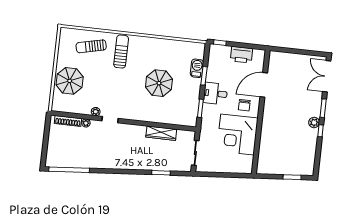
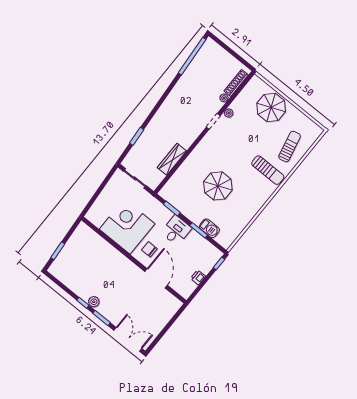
printer: (241, 55) -> (198, 277), width x0.53, depth x0.68

